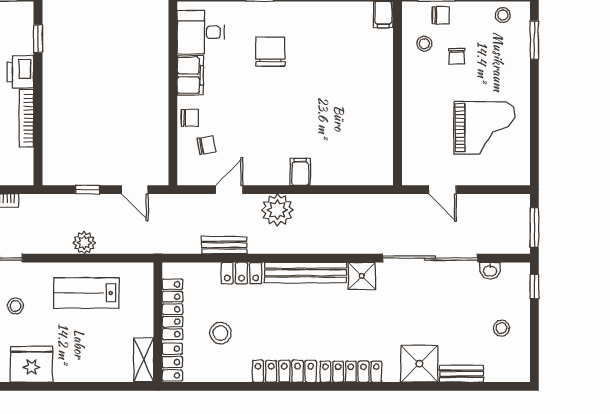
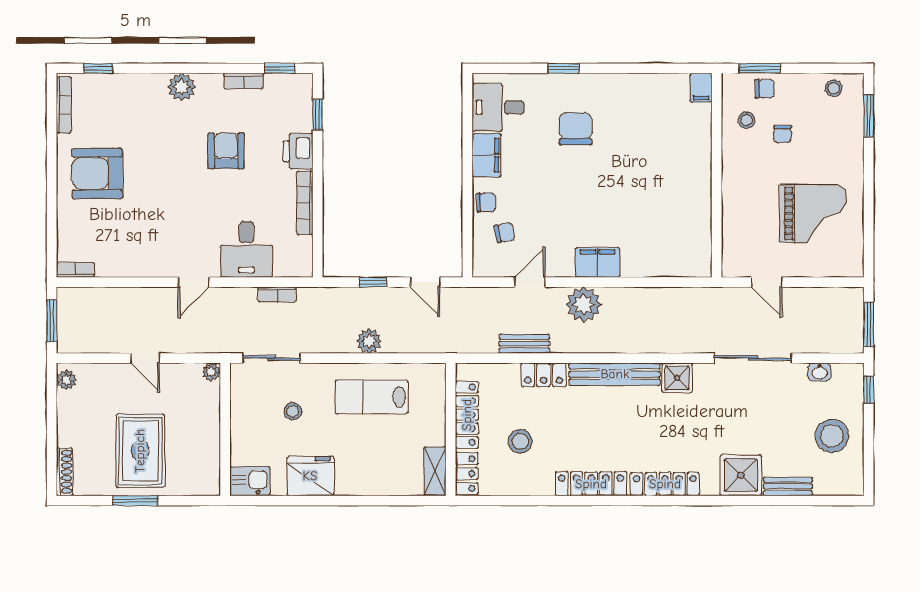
filing cabinet: (300, 172) -> (598, 262), width x2.00
sliding door: (430, 258) -> (753, 358), width x0.73
stool: (501, 328) -> (832, 436), width x1.89, depth x1.89

